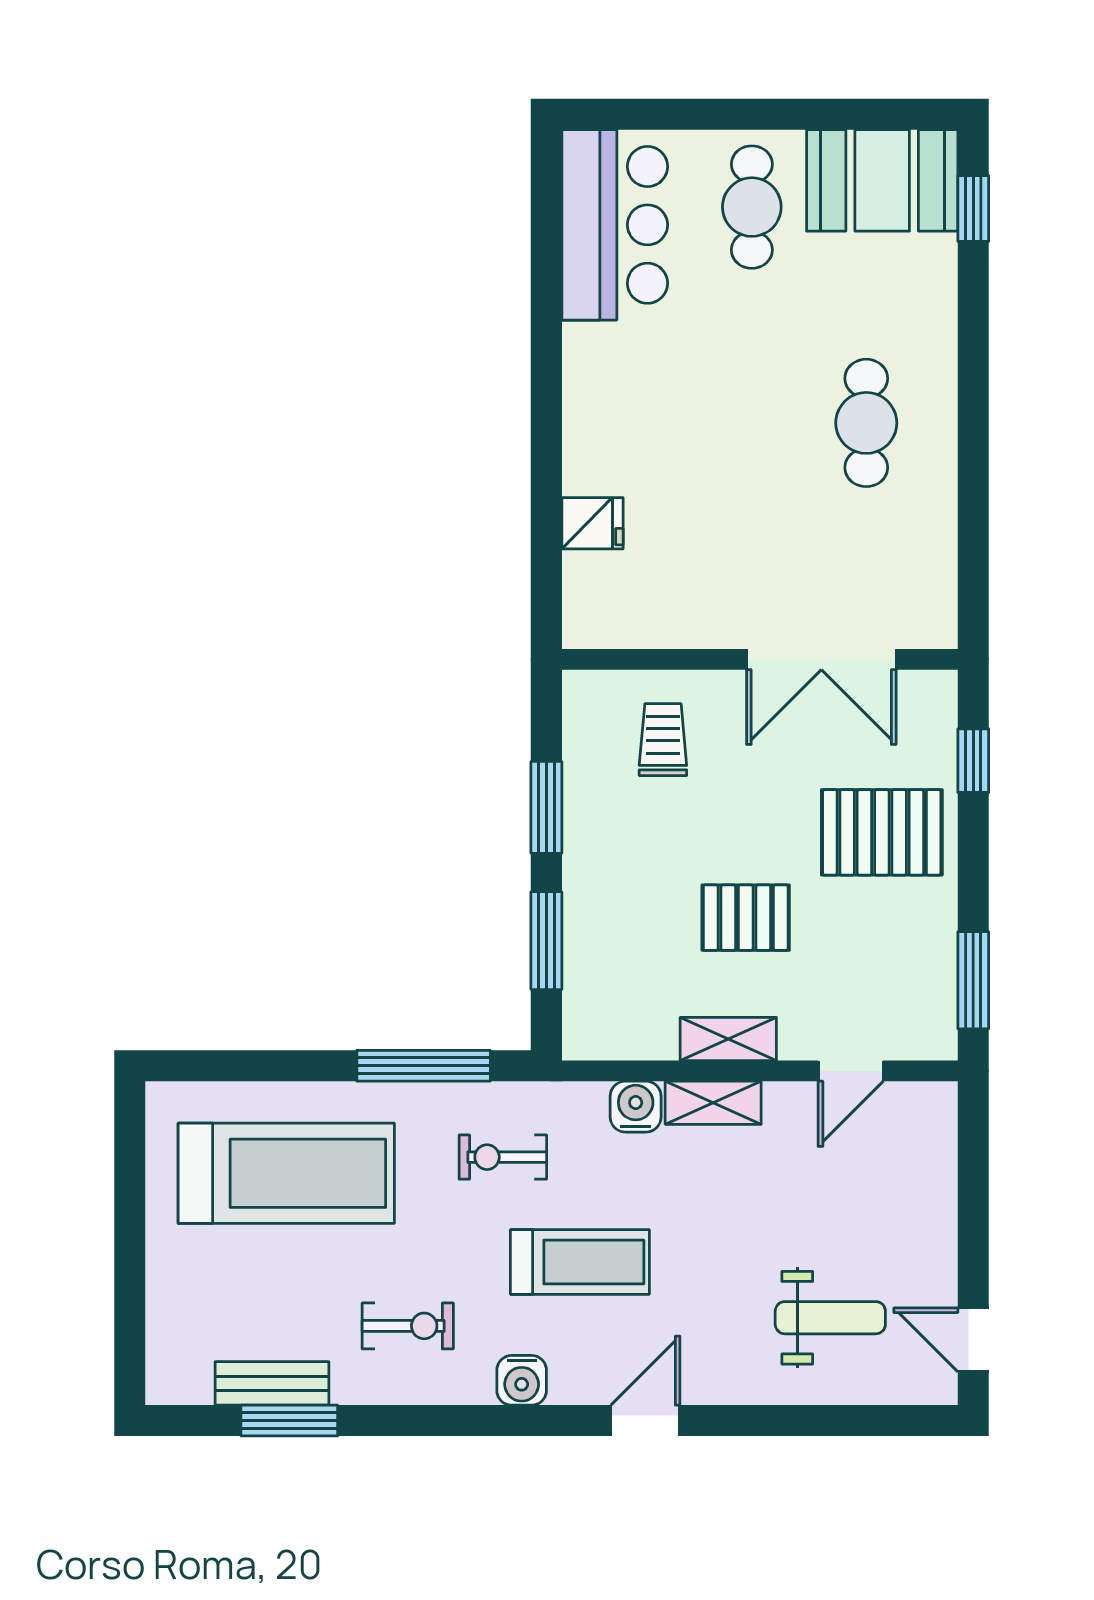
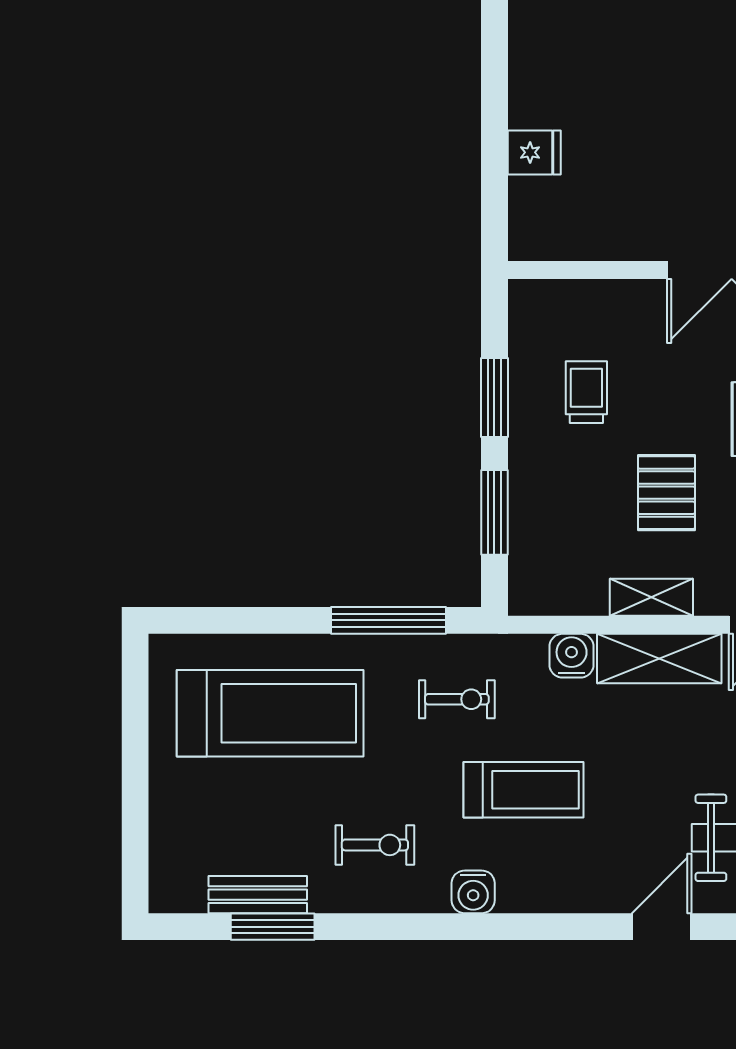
trolley: (663, 740) -> (586, 392), moved
pallet: (746, 918) -> (666, 493), turned 90
shelving: (713, 1103) -> (659, 659), width x1.50, depth x1.33
exercise bike: (503, 1157) -> (457, 699), turned 180
door: (645, 1421) -> (662, 927), moved

